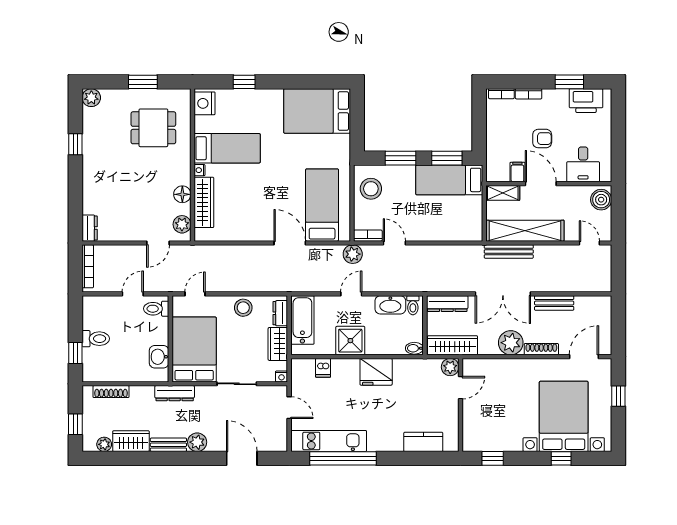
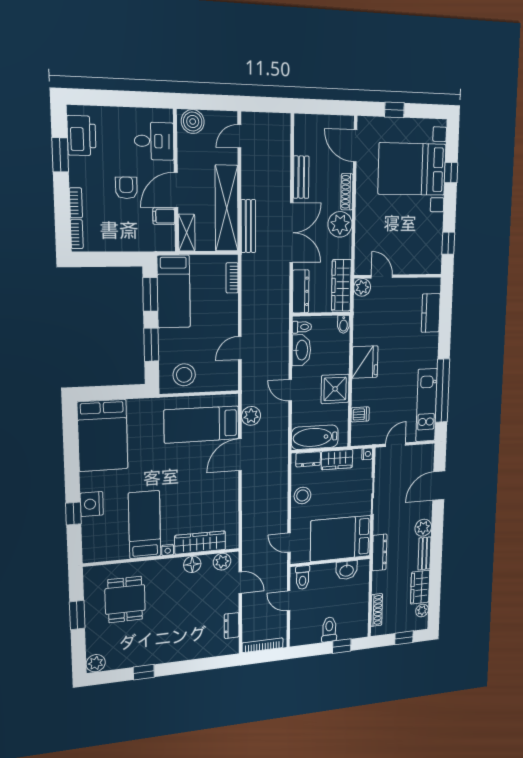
nightstand: (205, 103) -> (92, 504), moved, turned 90
dresser: (90, 228) -> (232, 626), moved, turned -90
bookcase: (368, 236) -> (232, 278), moved
plant: (353, 254) -> (251, 416), moved

